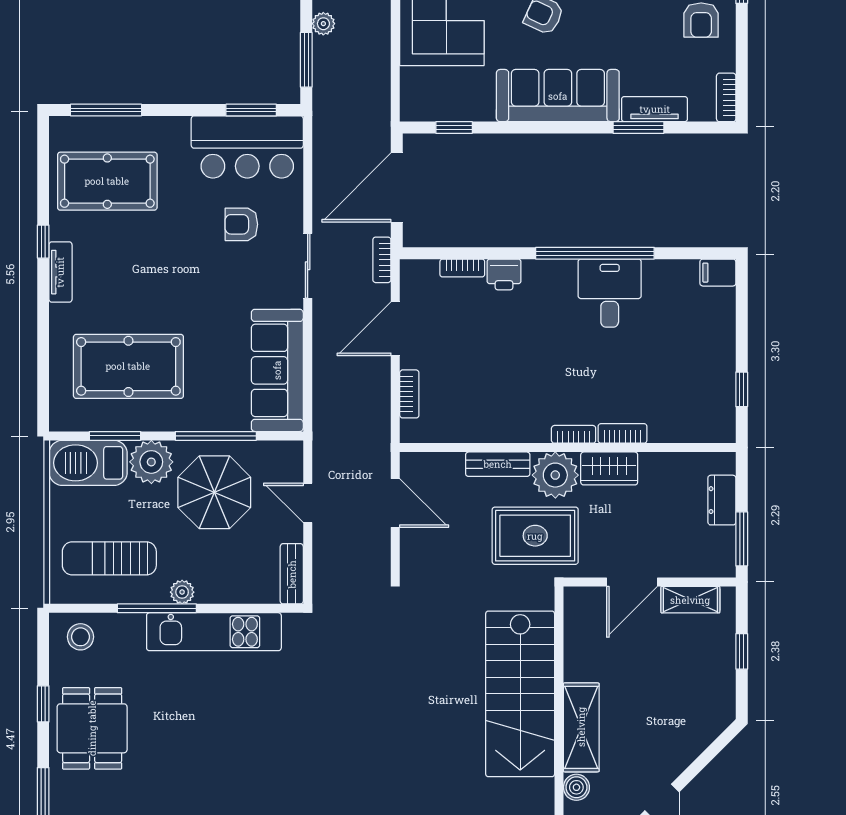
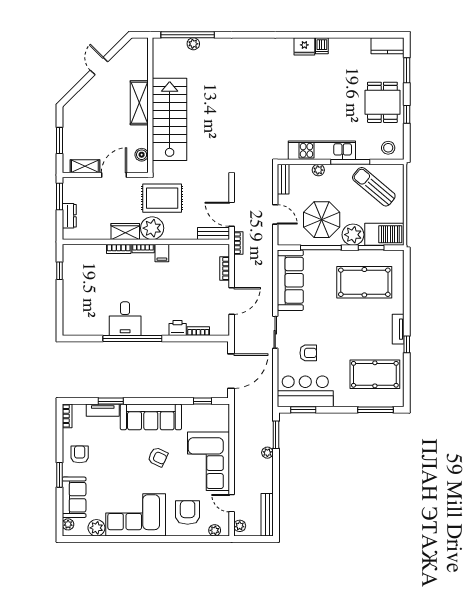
bookcase: (382, 260) -> (238, 243), moved
filing cabinet: (718, 273) -> (162, 253), moved, turned 90
bench: (498, 464) -> (214, 234), moved
sun lounger: (109, 558) -> (374, 187), turned -140
plant: (182, 592) -> (318, 170), moved
window: (742, 651) -> (59, 141), width x1.50
boiler: (576, 787) -> (142, 155), moved

